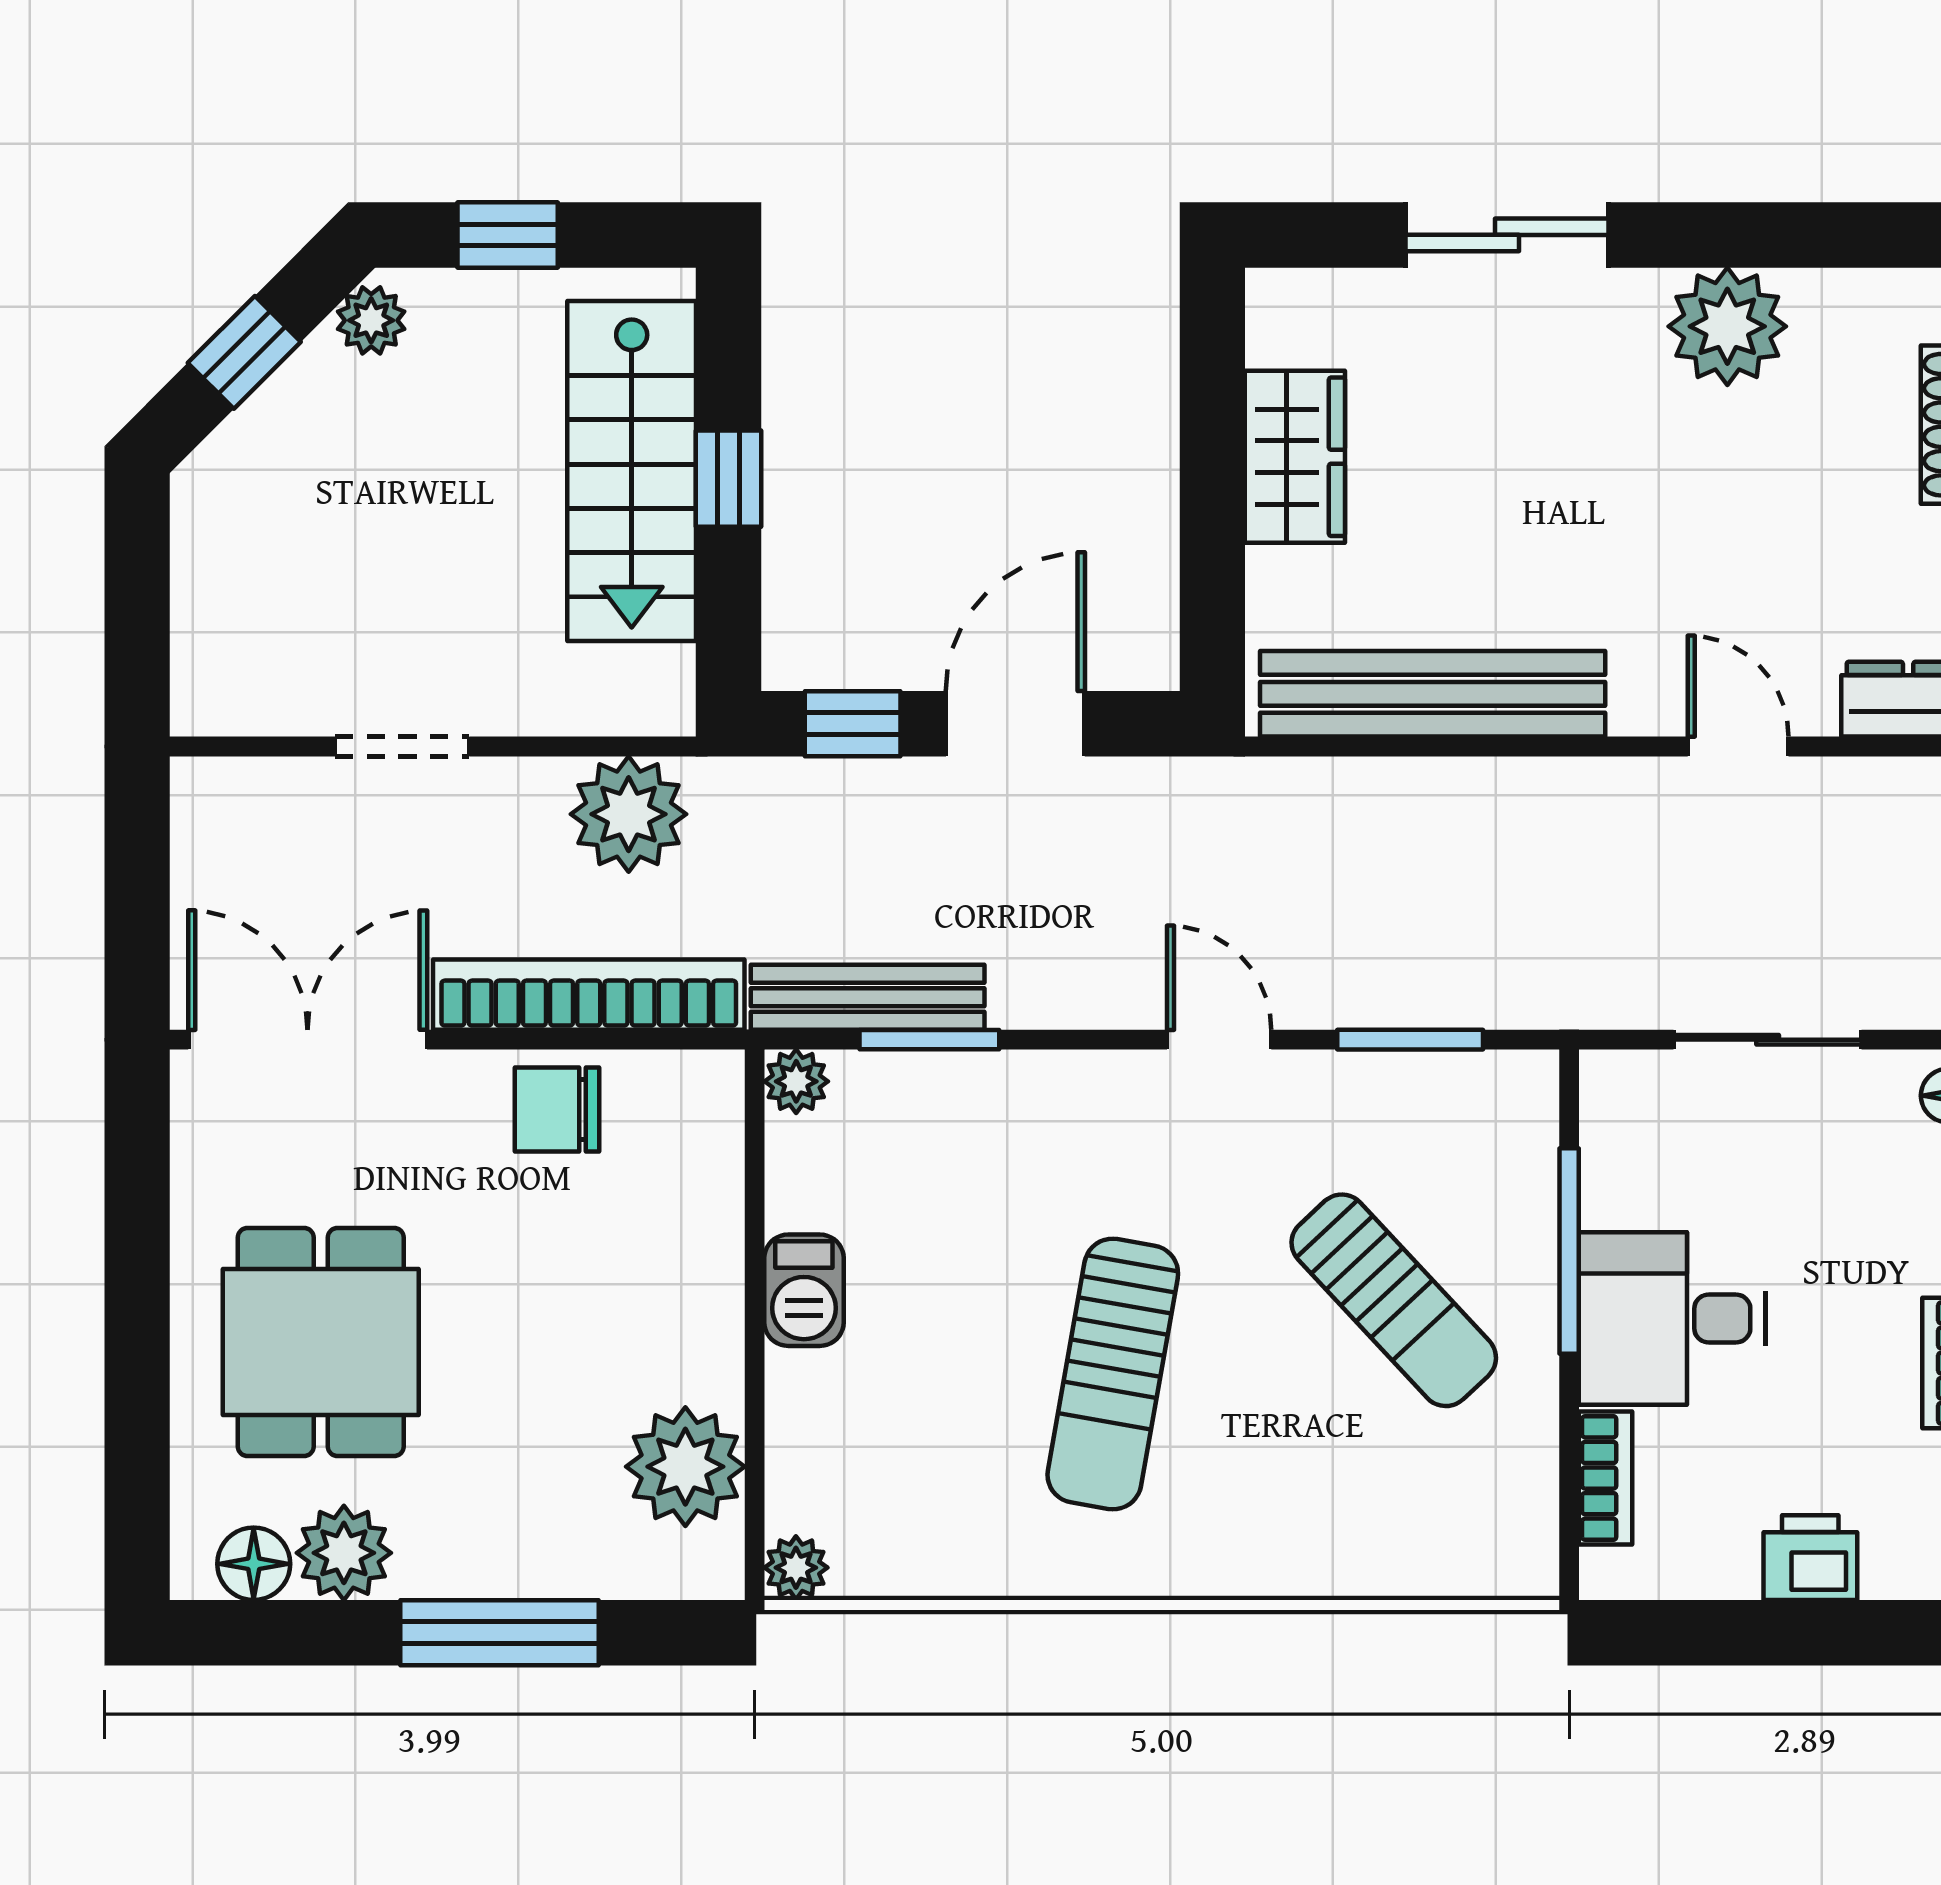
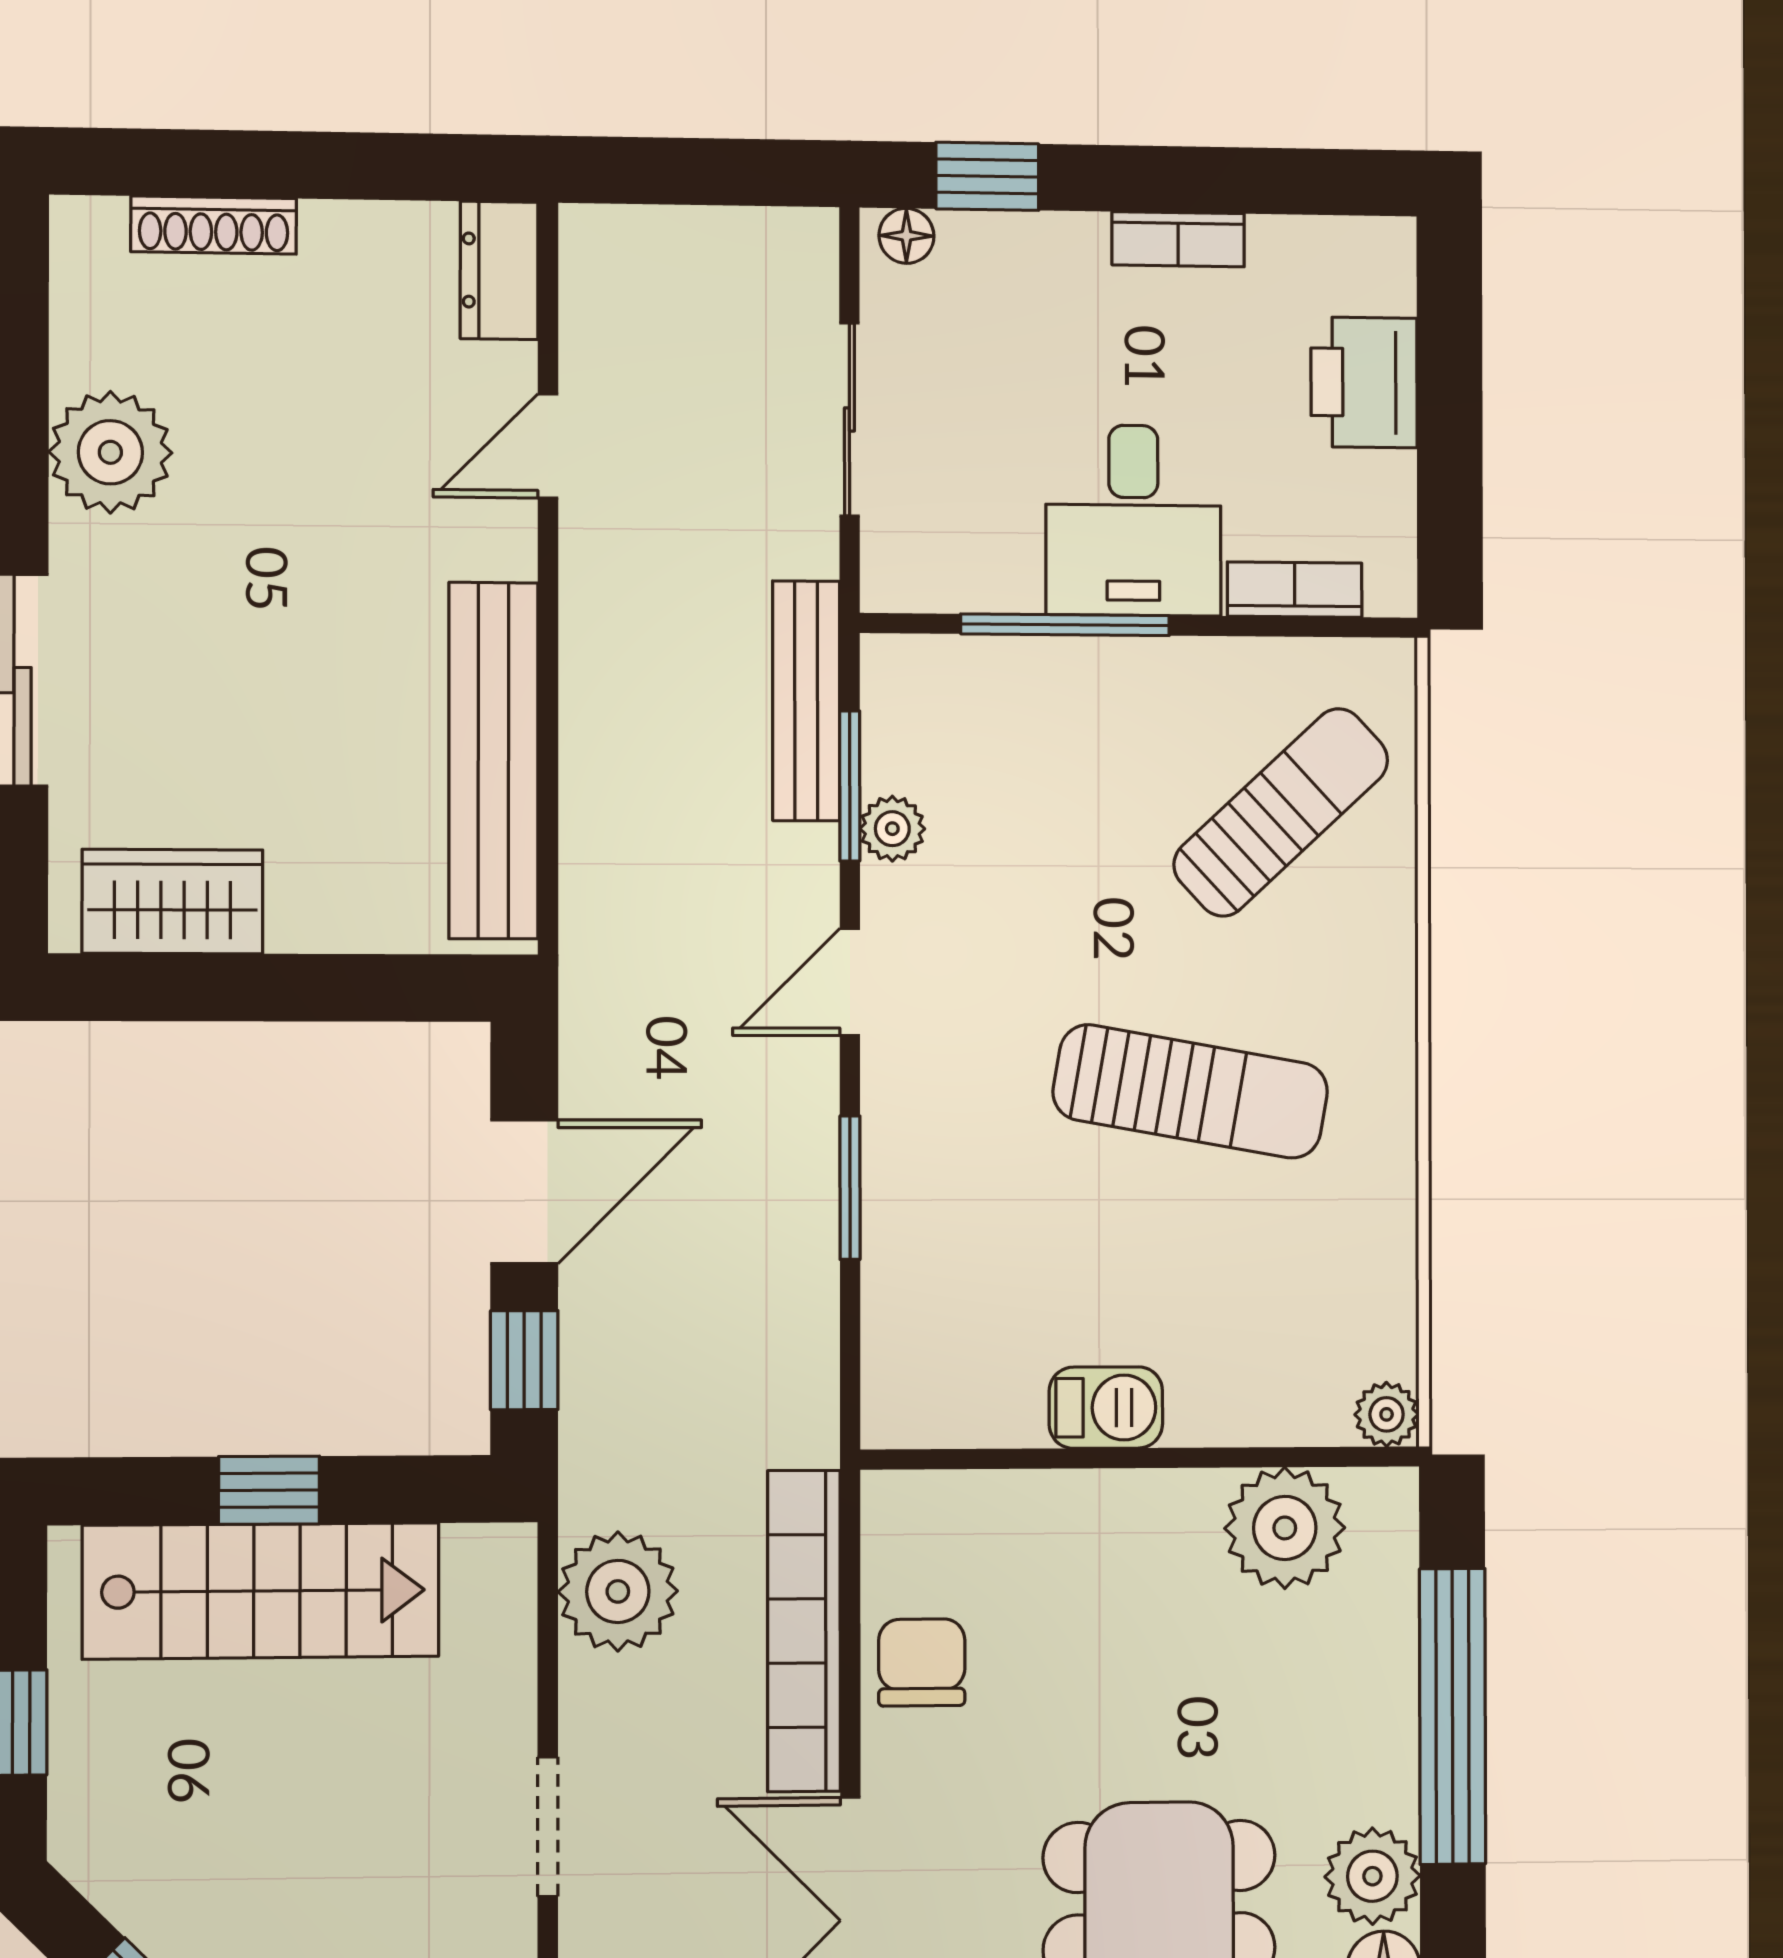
plant: (371, 320) -> (102, 1864), removed
wardrobe: (1295, 457) -> (172, 902), moved
door: (1015, 724) -> (524, 1192), swing flipped
bench: (868, 997) -> (806, 701), moved
window: (929, 1040) -> (850, 1188), moved
plant: (796, 1081) -> (892, 829), moved
chair: (557, 1109) -> (922, 1662), turned 180
sun lounger: (1394, 1300) -> (1281, 812), moved
printer: (1810, 1558) -> (1364, 382), width x1.36, depth x1.24
window: (499, 1633) -> (1452, 1716), width x1.46

